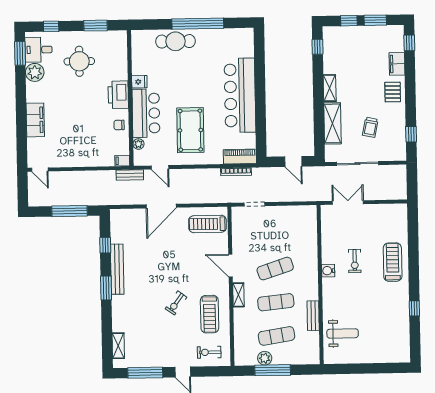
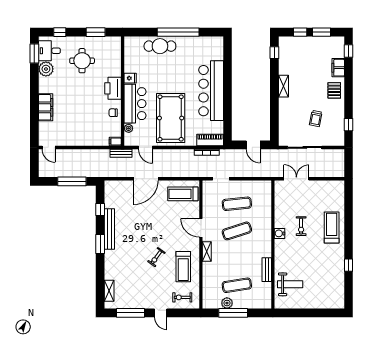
shelving: (332, 123) -> (285, 115), removed
pool table: (190, 130) -> (171, 118), width x1.36, depth x1.32
exercise mat: (276, 302) -> (237, 204), moved

